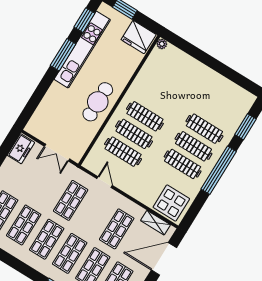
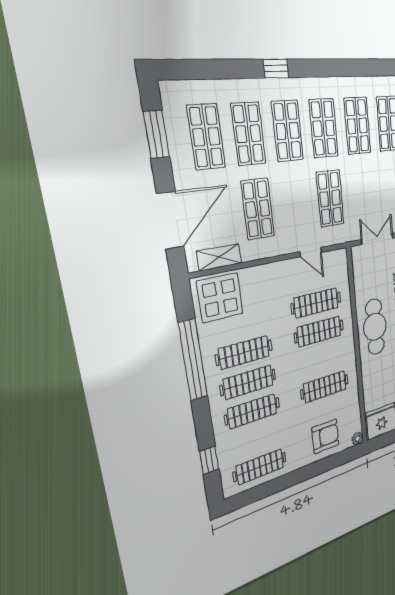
armchair: (179, 68) -> (325, 436), added
clothes rail: (226, 93) -> (260, 467), added
clothes rail: (145, 116) -> (325, 387), moved
window: (245, 127) -> (209, 460), width x0.67
window: (219, 170) -> (193, 360), moved

